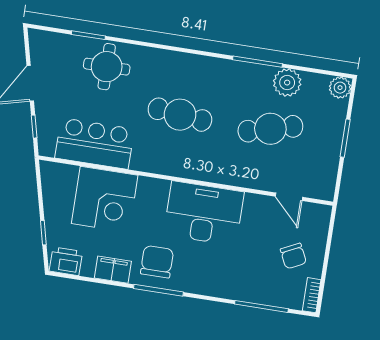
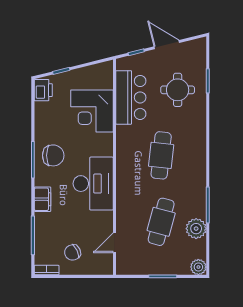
round table: (107, 67) -> (178, 90), moved
cafe table: (270, 129) -> (161, 222), turned 30
filing cabinet: (113, 270) -> (43, 199), moved

